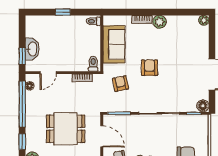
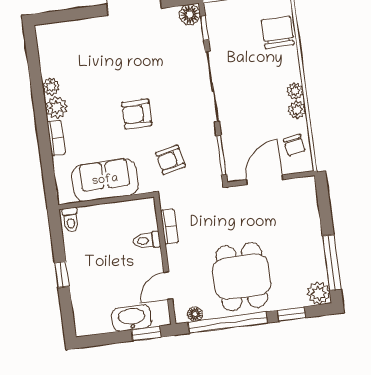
plant: (204, 20) -> (51, 86), moved
toilet: (93, 64) -> (147, 240), moved
door: (48, 73) -> (168, 286), swing flipped
dining table: (66, 129) -> (242, 277), moved

